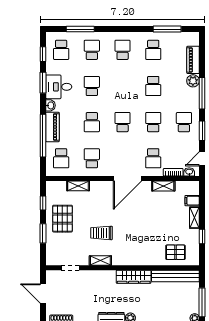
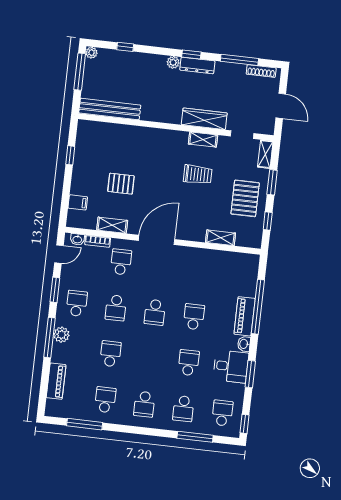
window: (43, 54) -> (245, 424), moved
plant: (193, 81) -> (61, 335), moved
school desk: (92, 86) -> (189, 363), turned 180
school desk: (184, 122) -> (77, 303), turned 180
school desk: (61, 158) -> (238, 275), removed
school desk: (92, 158) -> (199, 271), removed
shelving: (194, 218) -> (265, 154), moved
pallet: (175, 252) -> (121, 184), moved
wardrobe: (134, 277) -> (204, 119), moved

